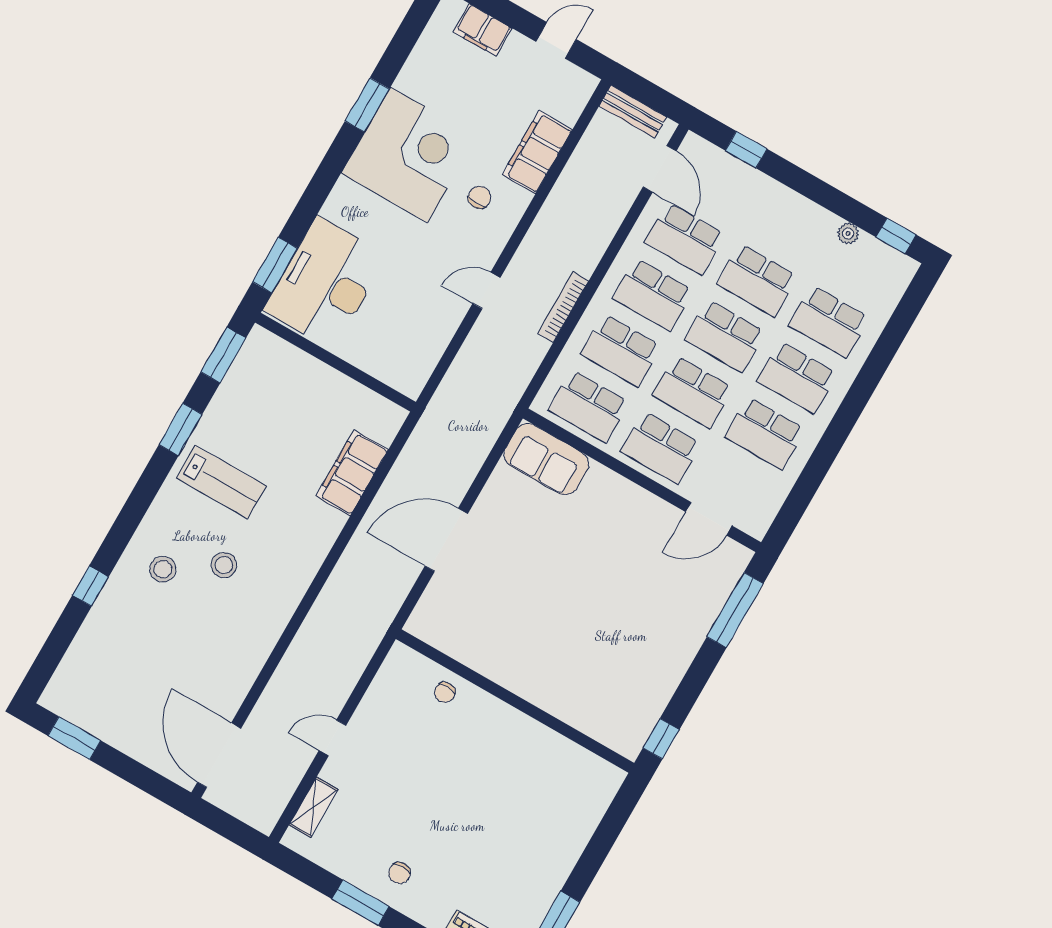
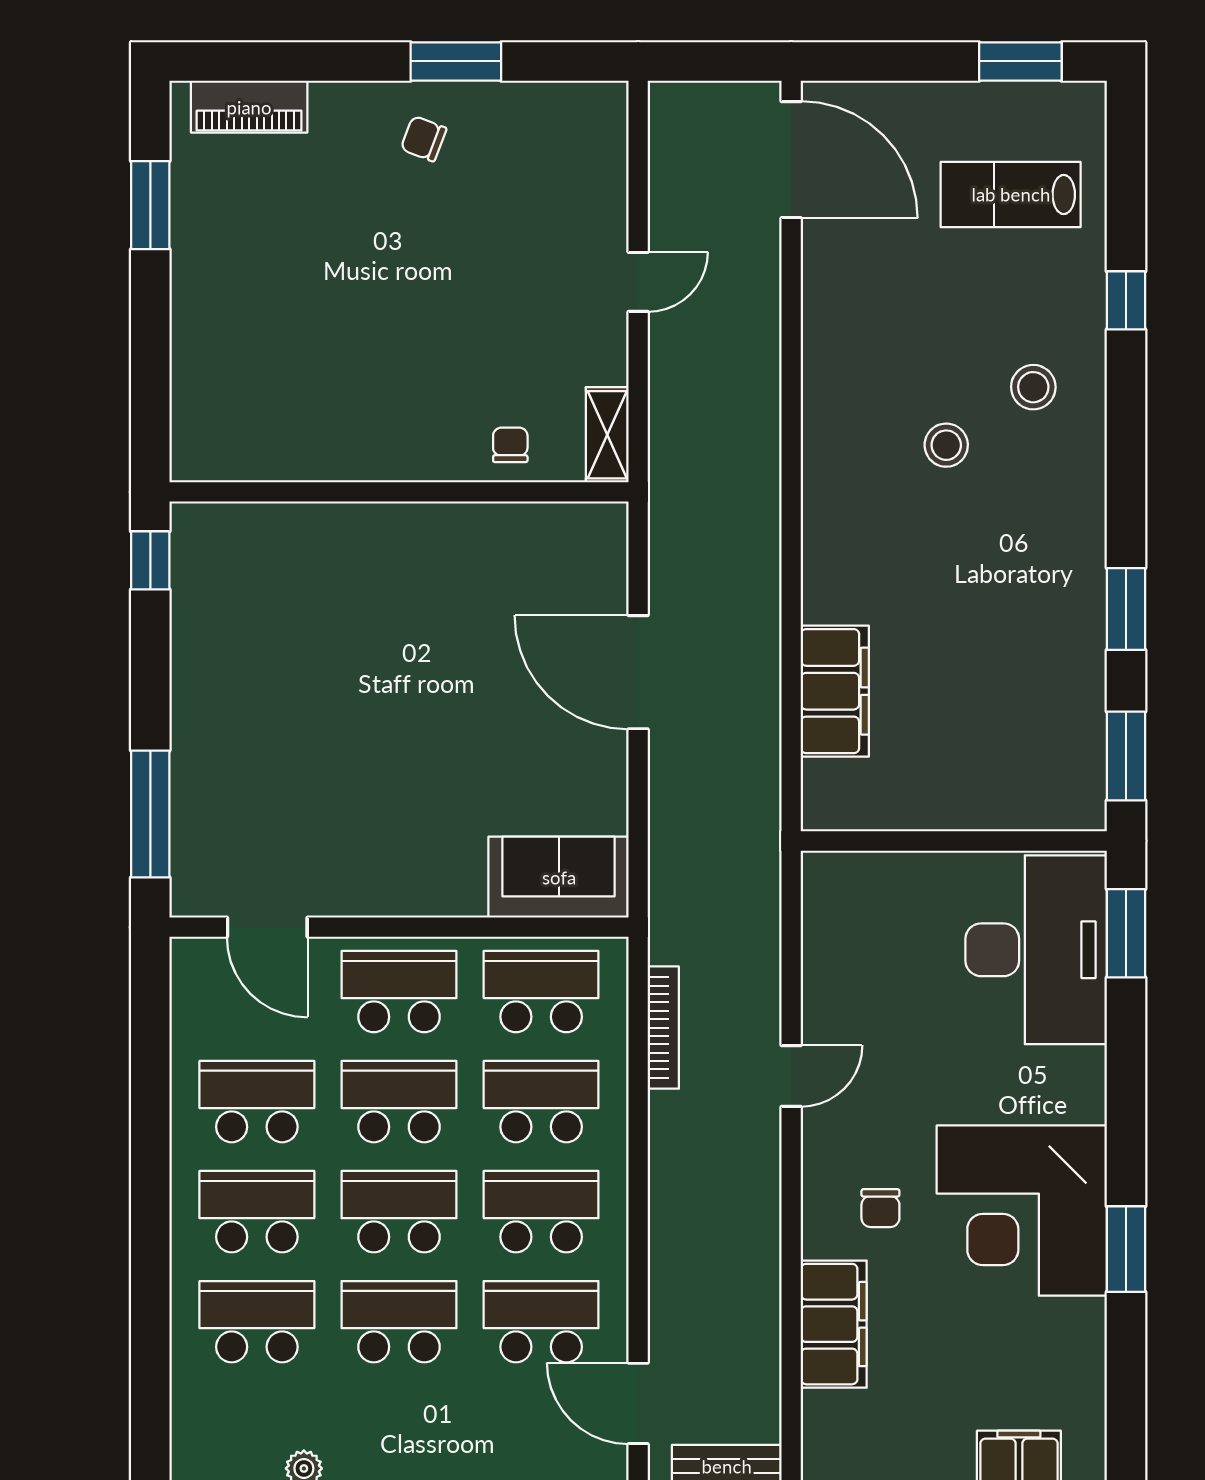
bookcase: (563, 307) -> (663, 1028), moved
lab bench: (221, 482) -> (1011, 194), moved
door: (709, 519) -> (267, 927), swing flipped
door: (446, 540) -> (638, 672), swing flipped
shelving: (313, 807) -> (607, 435), moved
chair: (400, 873) -> (424, 139), turned -69

